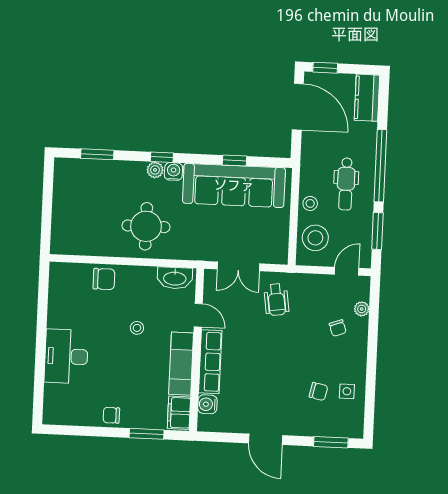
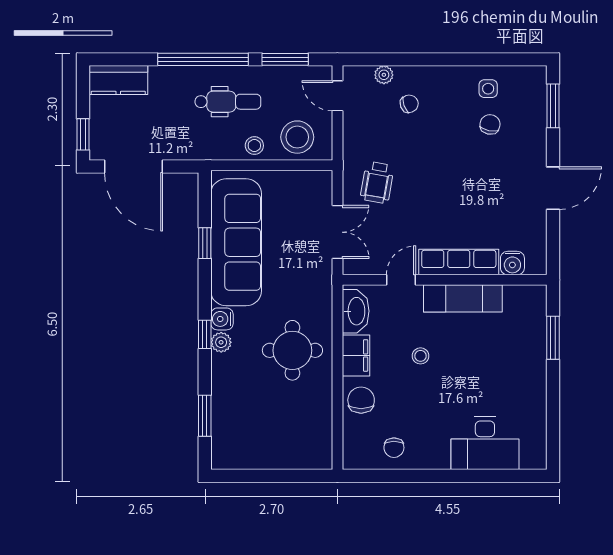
door: (298, 107) -> (134, 167), swing flipped
wheelchair: (276, 300) -> (377, 182), turned 108
desk: (66, 356) -> (485, 443), moved
filing cabinet: (179, 413) -> (356, 355), moved, turned -90
chair: (111, 415) -> (394, 448), moved

